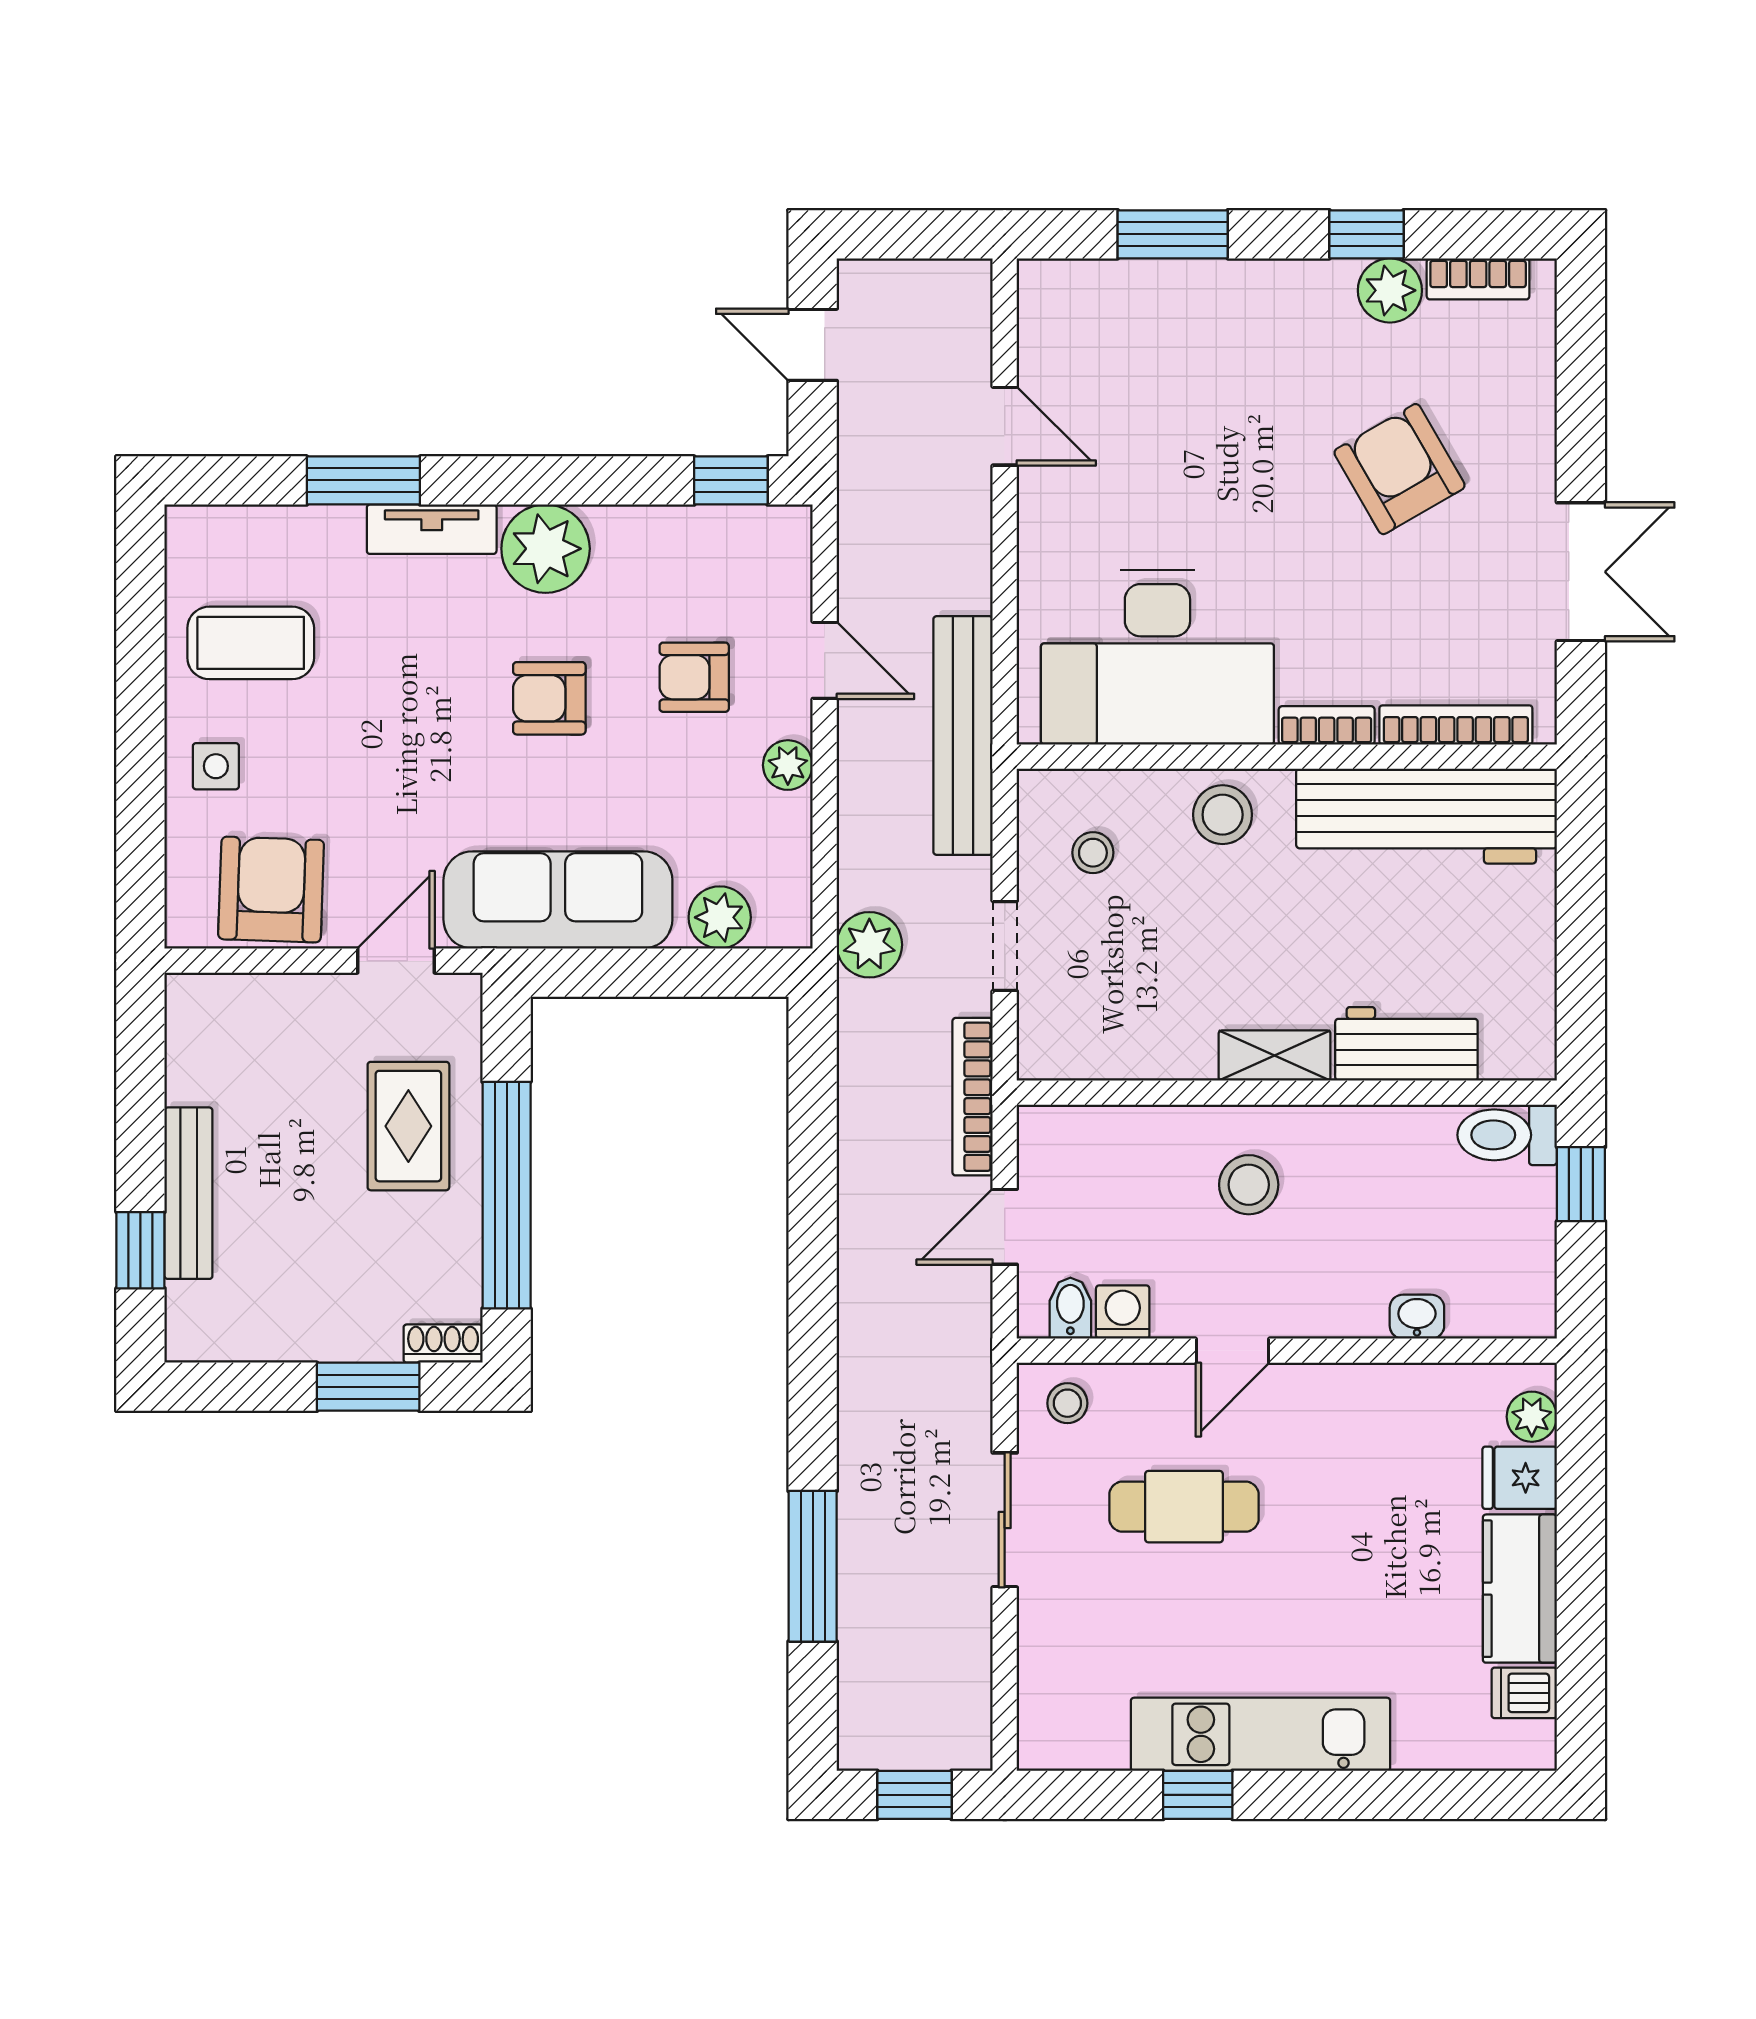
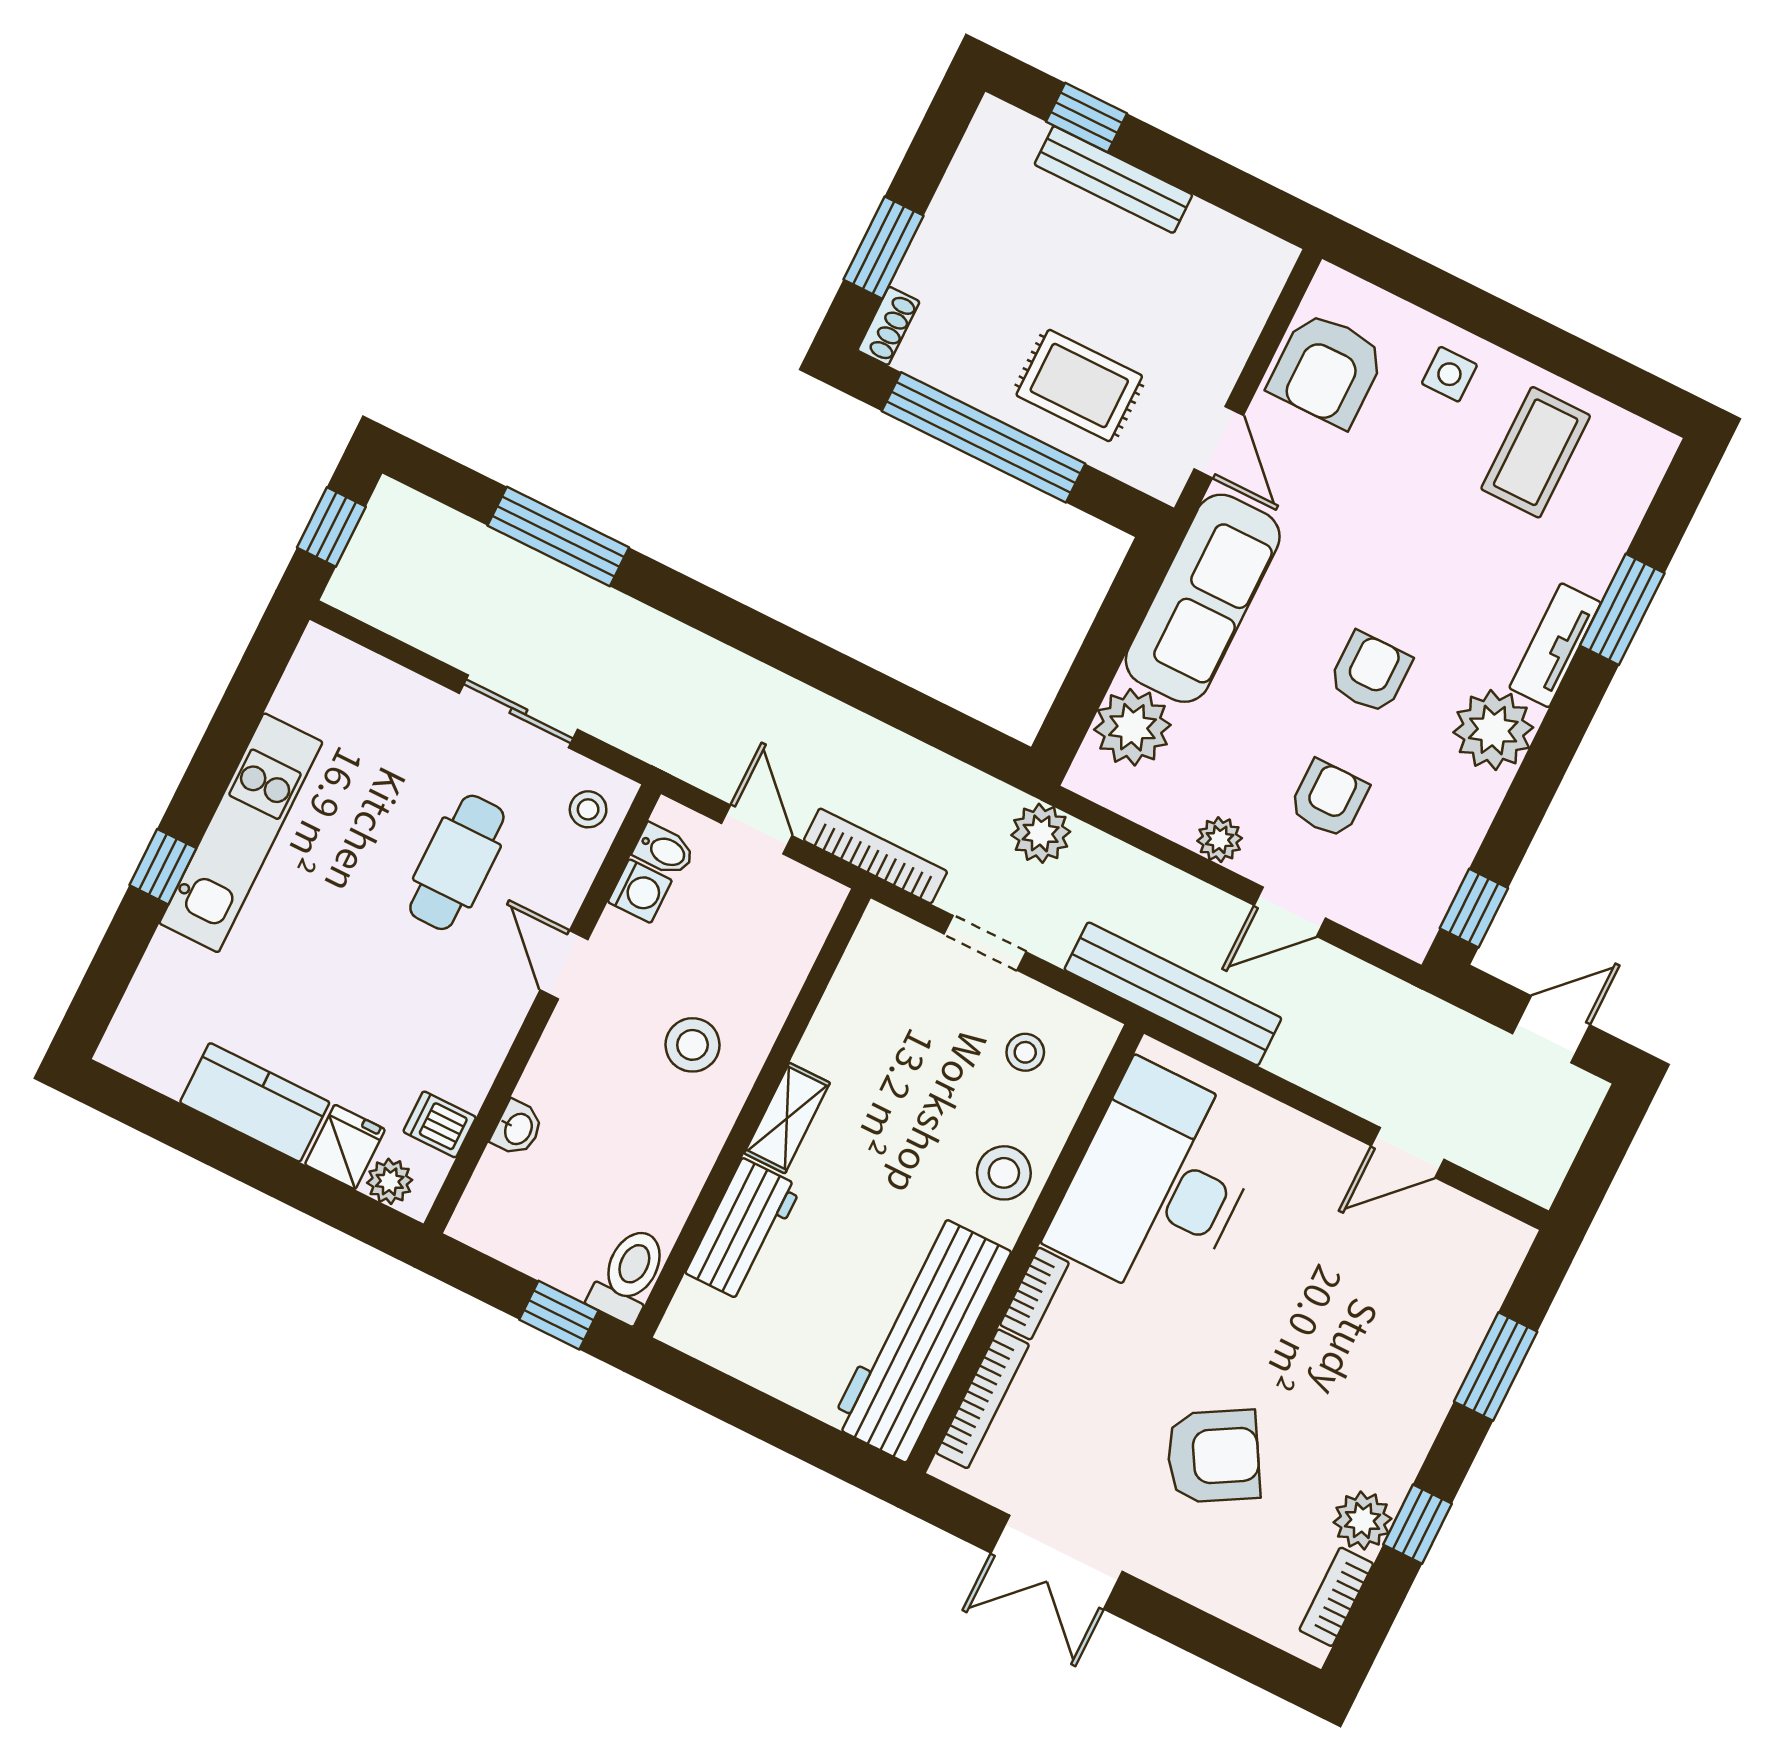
armchair: (271, 890) -> (1327, 369), turned 88
plant: (720, 917) -> (1132, 727), width x1.36, depth x1.36
dishwasher: (1524, 1693) -> (440, 1124), moved, turned -90
window: (1198, 1795) -> (163, 867), moved

